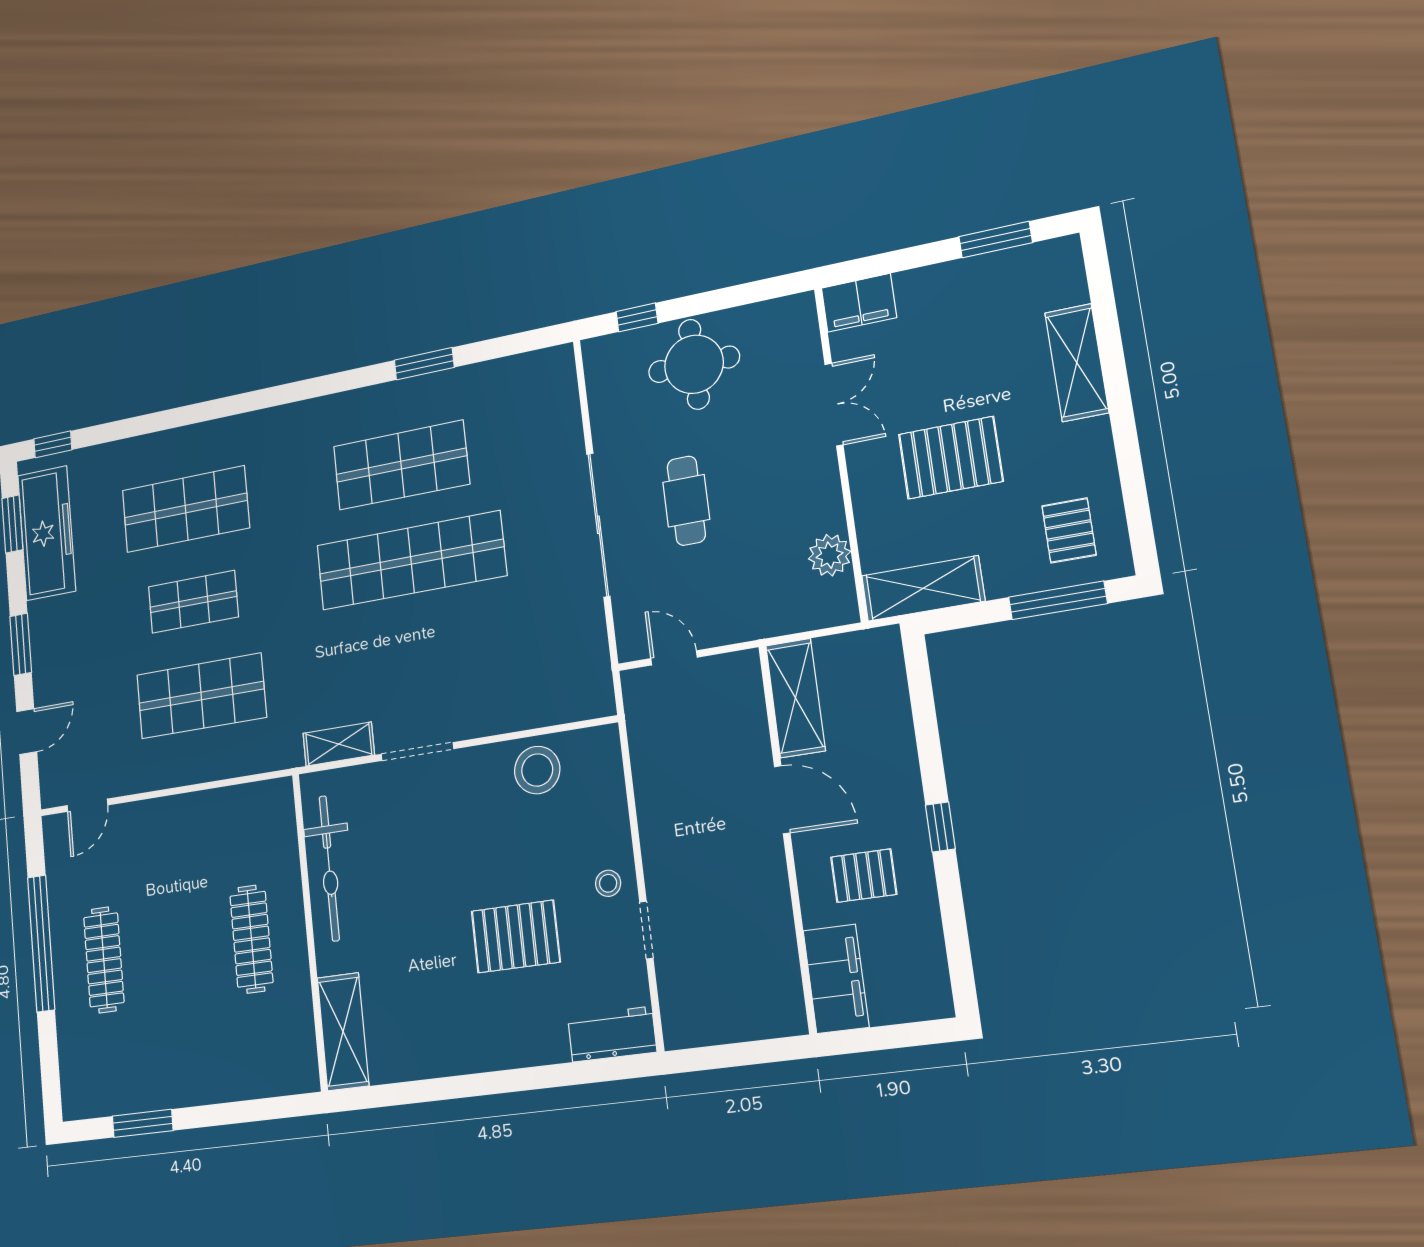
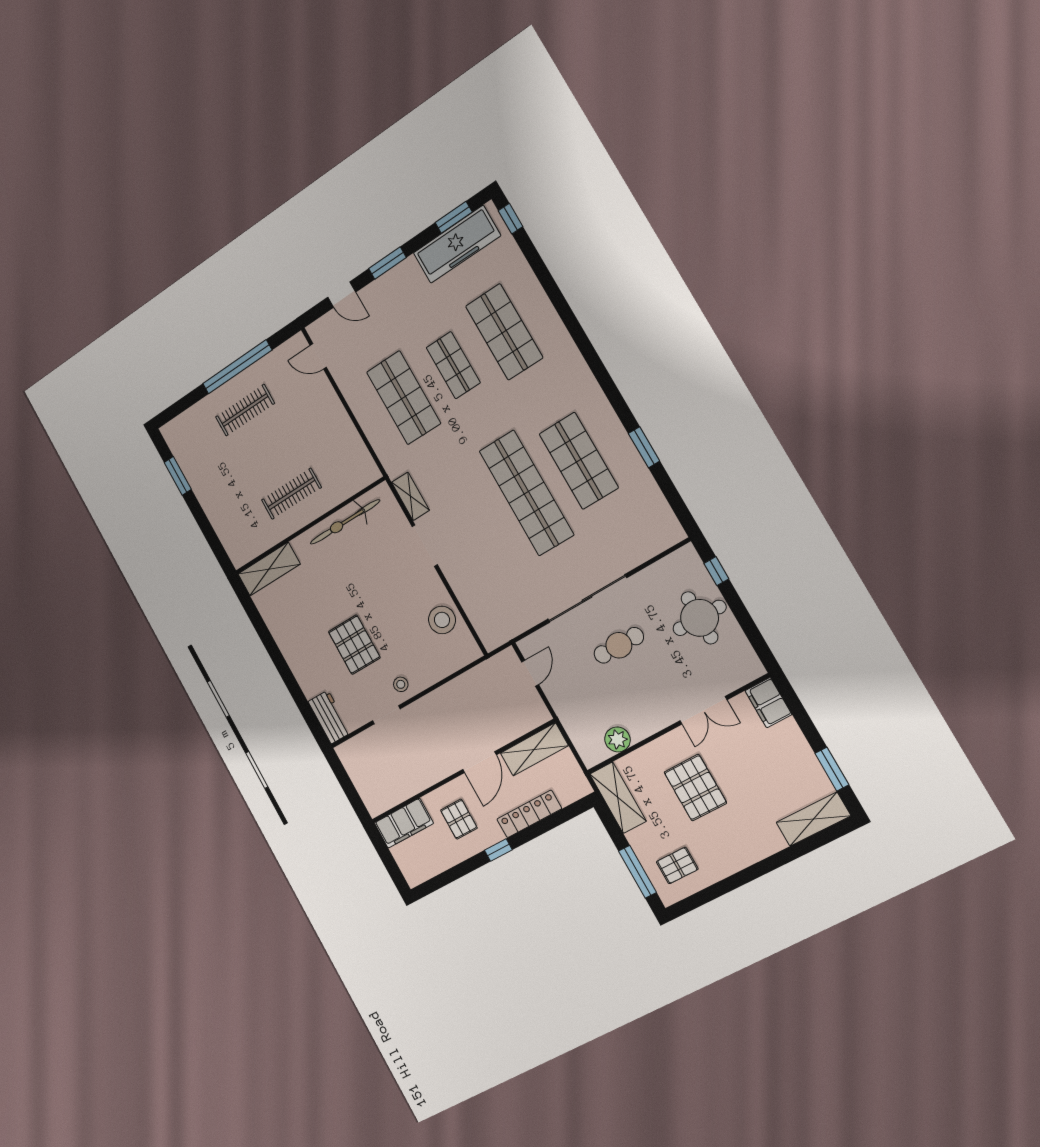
shelving: (1077, 363) -> (813, 819), moved
locker: (898, 748) -> (529, 814), added

